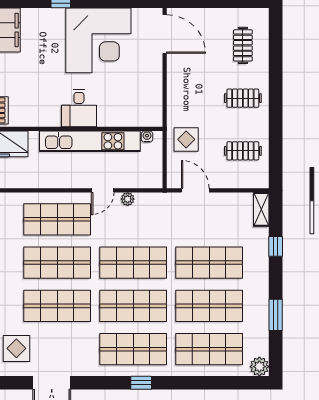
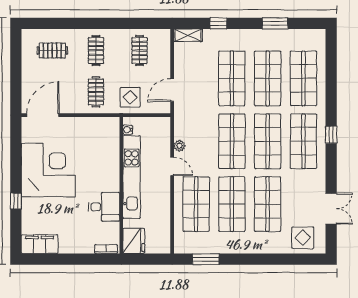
clothes rail: (193, 98) -> (96, 92), added
desk: (79, 108) -> (104, 207), moved
plant: (259, 367) -> (318, 37), removed

